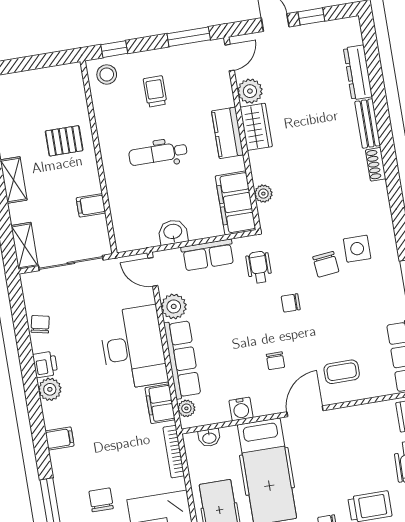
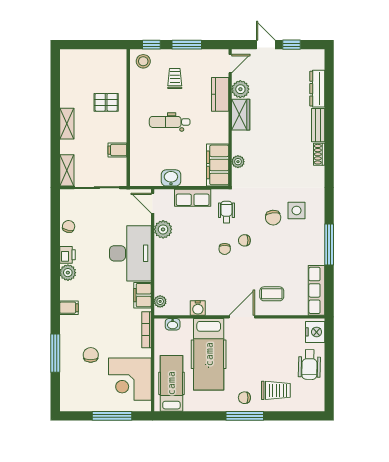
window: (189, 37) -> (187, 45), moved
kitchen counter: (227, 133) -> (220, 94), moved
row of seats: (182, 359) -> (163, 267), removed
chair: (275, 361) -> (225, 249), moved

